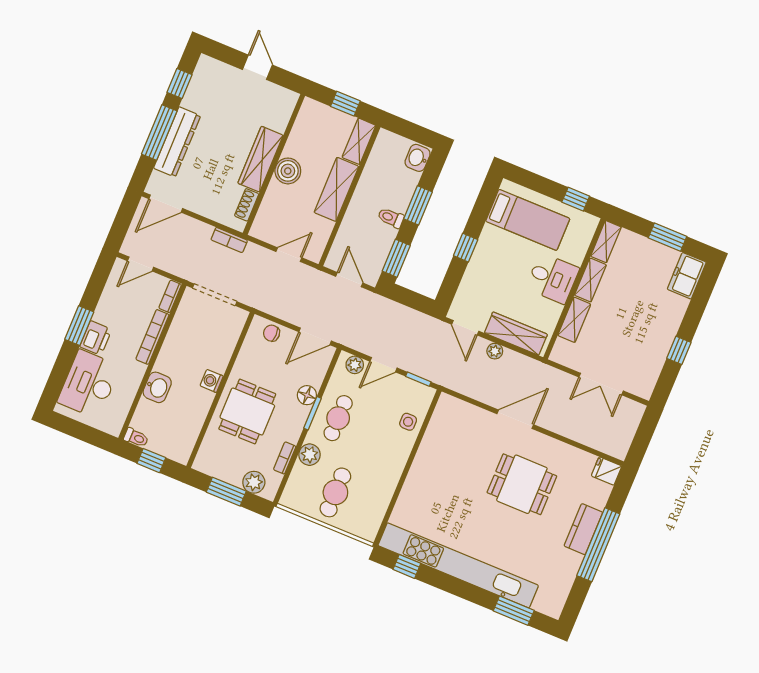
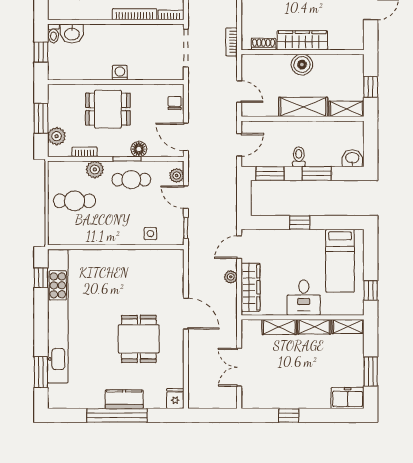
washbasin: (157, 387) -> (72, 34), moved

